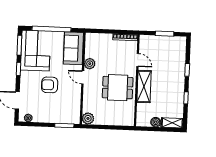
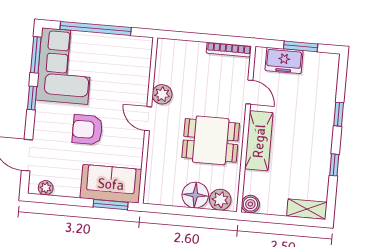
freezer: (156, 42) -> (284, 61), added
sofa: (73, 48) -> (111, 184), moved, turned 90
plant: (88, 118) -> (220, 200), moved
floor lamp: (111, 118) -> (195, 195), added
boiler: (156, 122) -> (250, 204), moved

